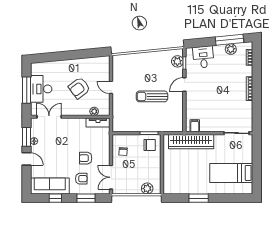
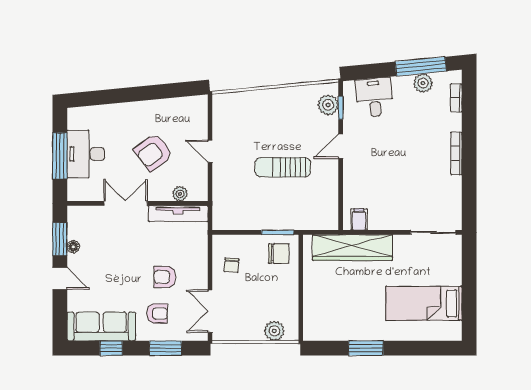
double door: (49, 117) -> (126, 203), moved
tv unit: (98, 123) -> (178, 214), width x1.41

